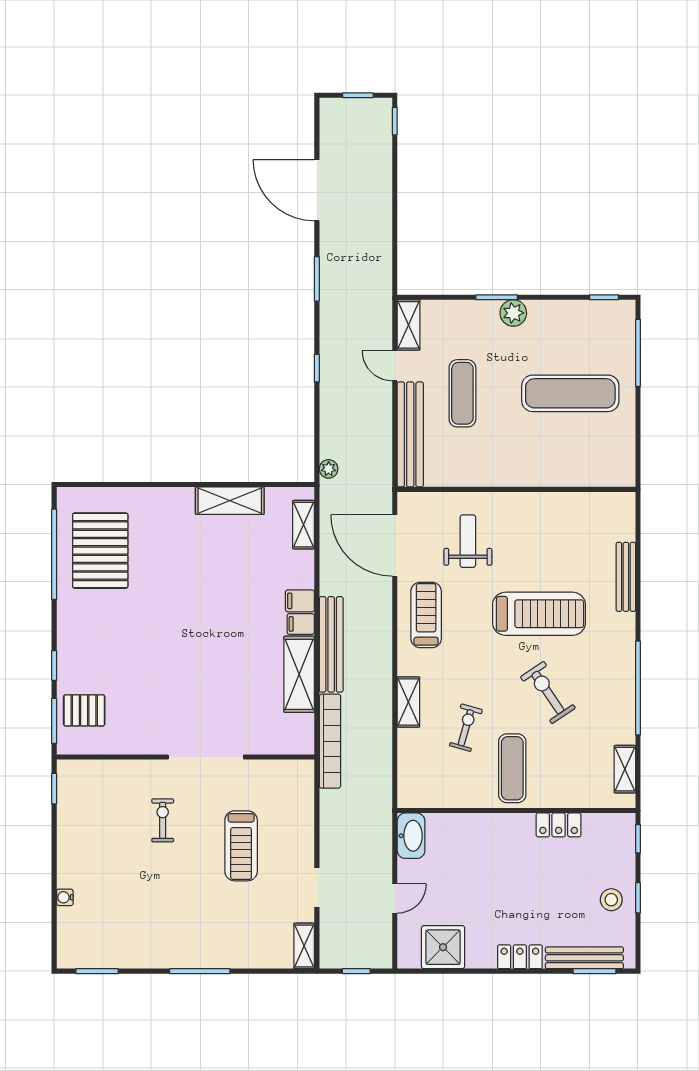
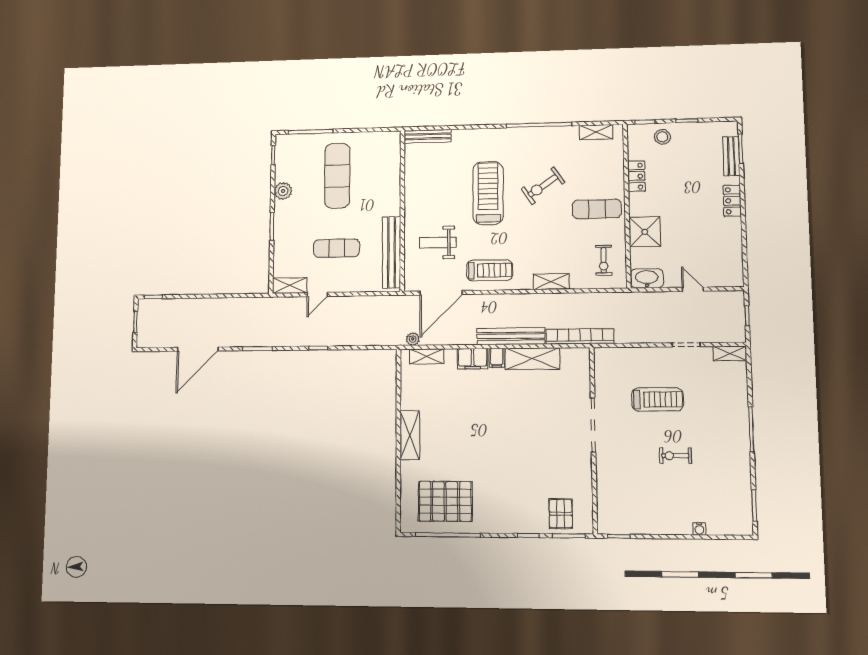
plant: (513, 313) -> (283, 191), moved
bench: (410, 434) -> (392, 252), moved, turned 90
plant: (329, 469) -> (413, 339), moved
shelving: (230, 501) -> (410, 435), moved
bench: (626, 577) -> (428, 136), moved
filing cabinet: (300, 601) -> (473, 359), width x2.00
treadmill: (426, 615) -> (490, 270), turned 180
exercise bike: (466, 728) -> (604, 260), moved, turned -106
exercise bike: (163, 820) -> (675, 456), moved
stool: (611, 900) -> (662, 137), moved
shower: (443, 947) -> (645, 232), moved
bench: (584, 958) -> (731, 156), width x0.73

